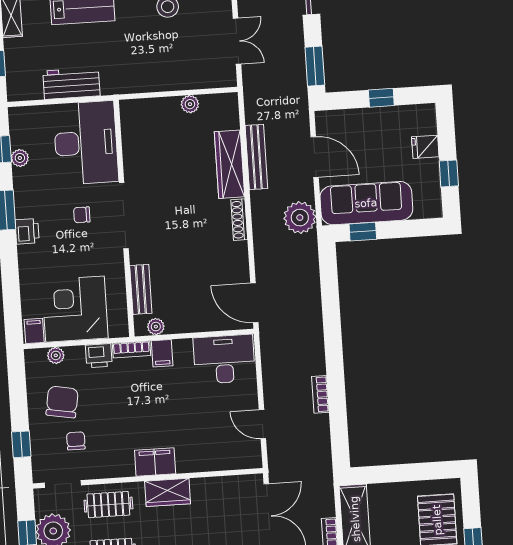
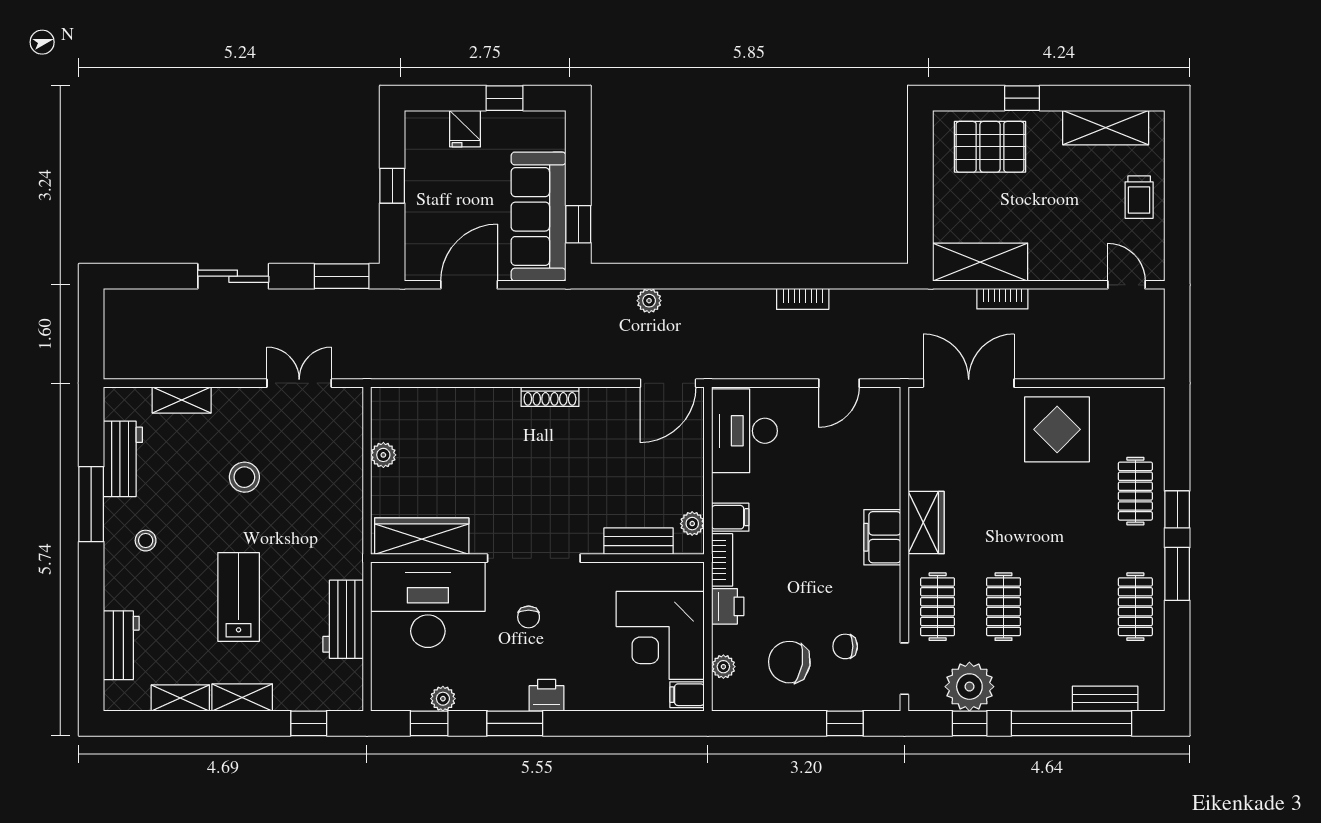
bench: (256, 157) -> (464, 367), removed
wardrobe: (230, 164) -> (422, 536), moved, turned 180
plant: (300, 218) -> (649, 301), moved, width x0.53, depth x0.53

